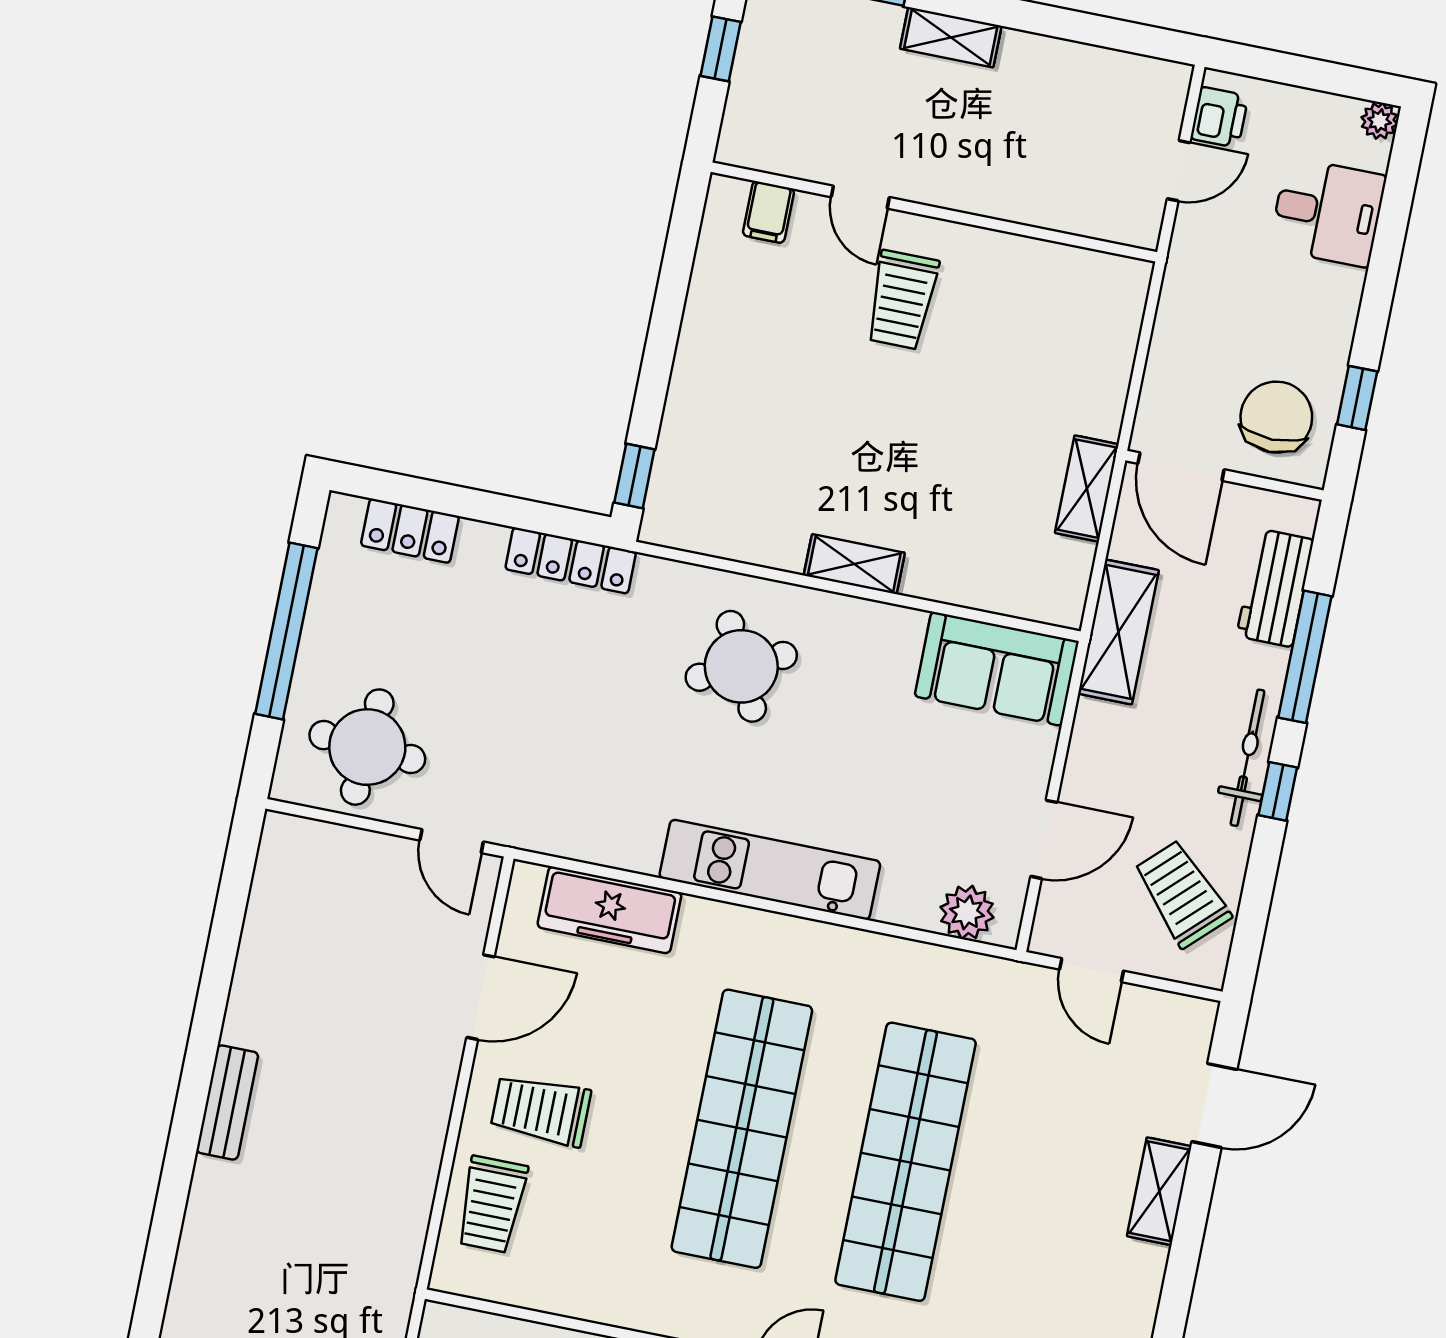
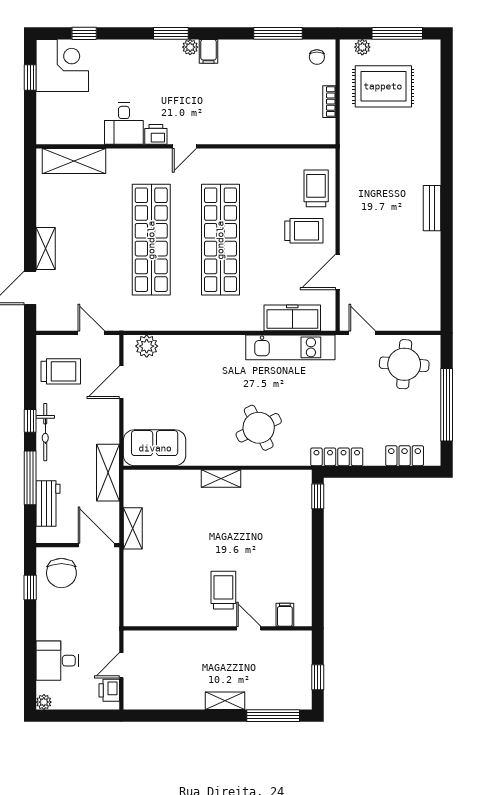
kitchen unit: (770, 870) -> (290, 347), moved
trolley: (1182, 894) -> (61, 371), turned -46

